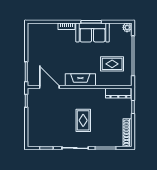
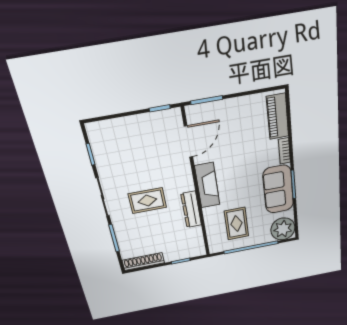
plant: (127, 27) -> (283, 229), width x1.87, depth x1.87
piano: (44, 29) -> (278, 116), added
dresser: (118, 93) -> (191, 209), moved

